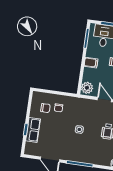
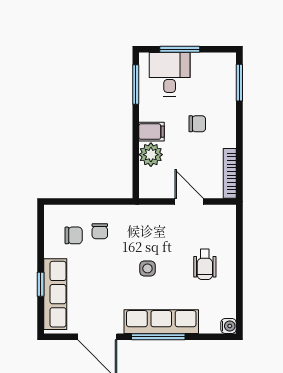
plant: (87, 88) -> (151, 155), moved
row of seats: (33, 130) -> (55, 294), width x1.48
row of seats: (82, 156) -> (161, 322), added

